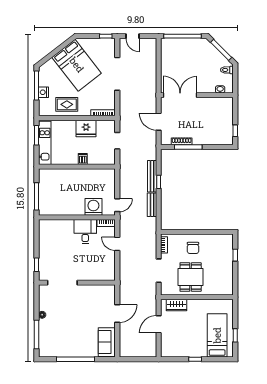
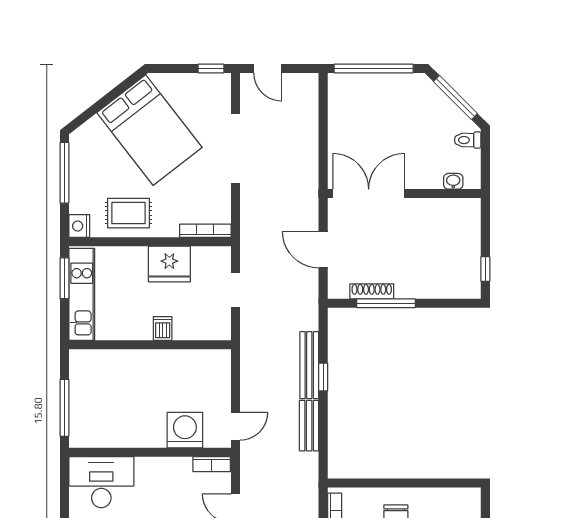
nightstand: (44, 92) -> (79, 226), moved
desk: (85, 231) -> (101, 482), moved, width x1.37

